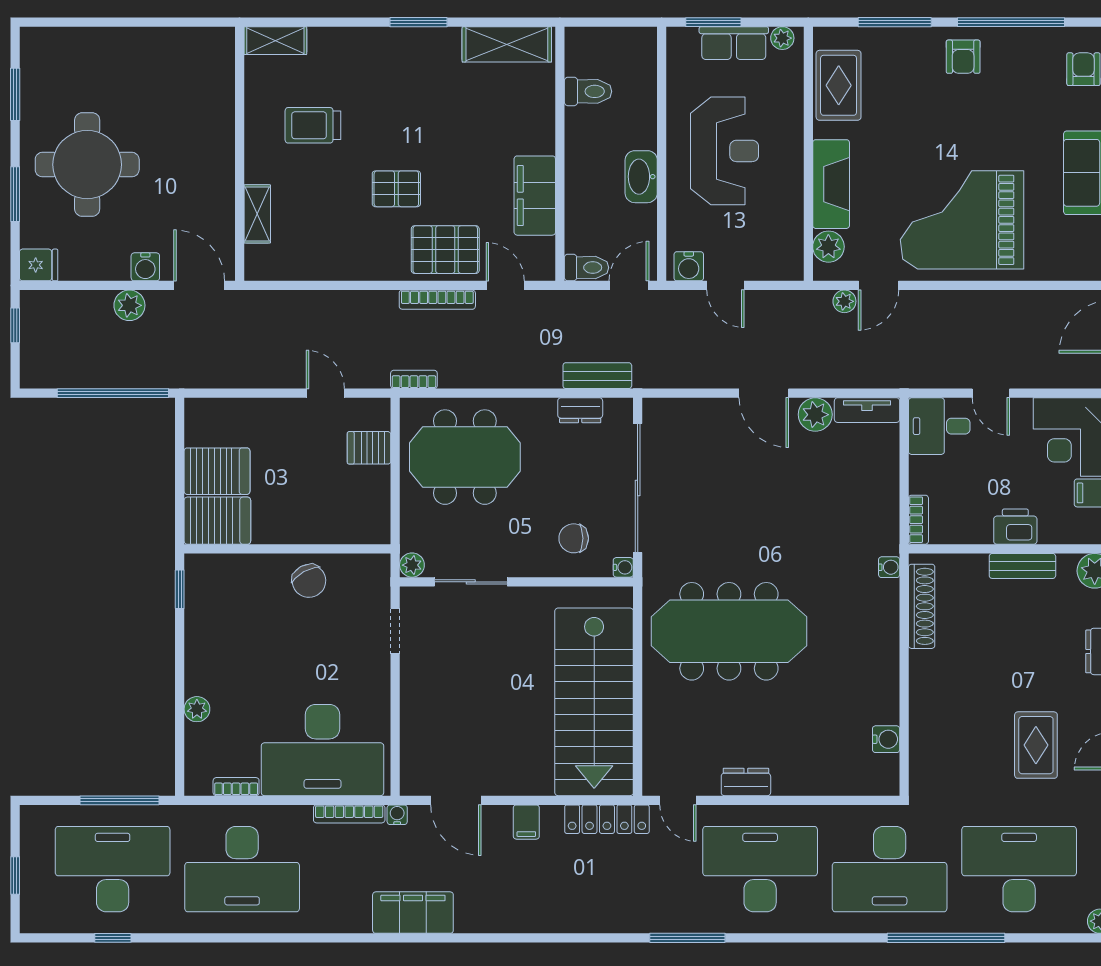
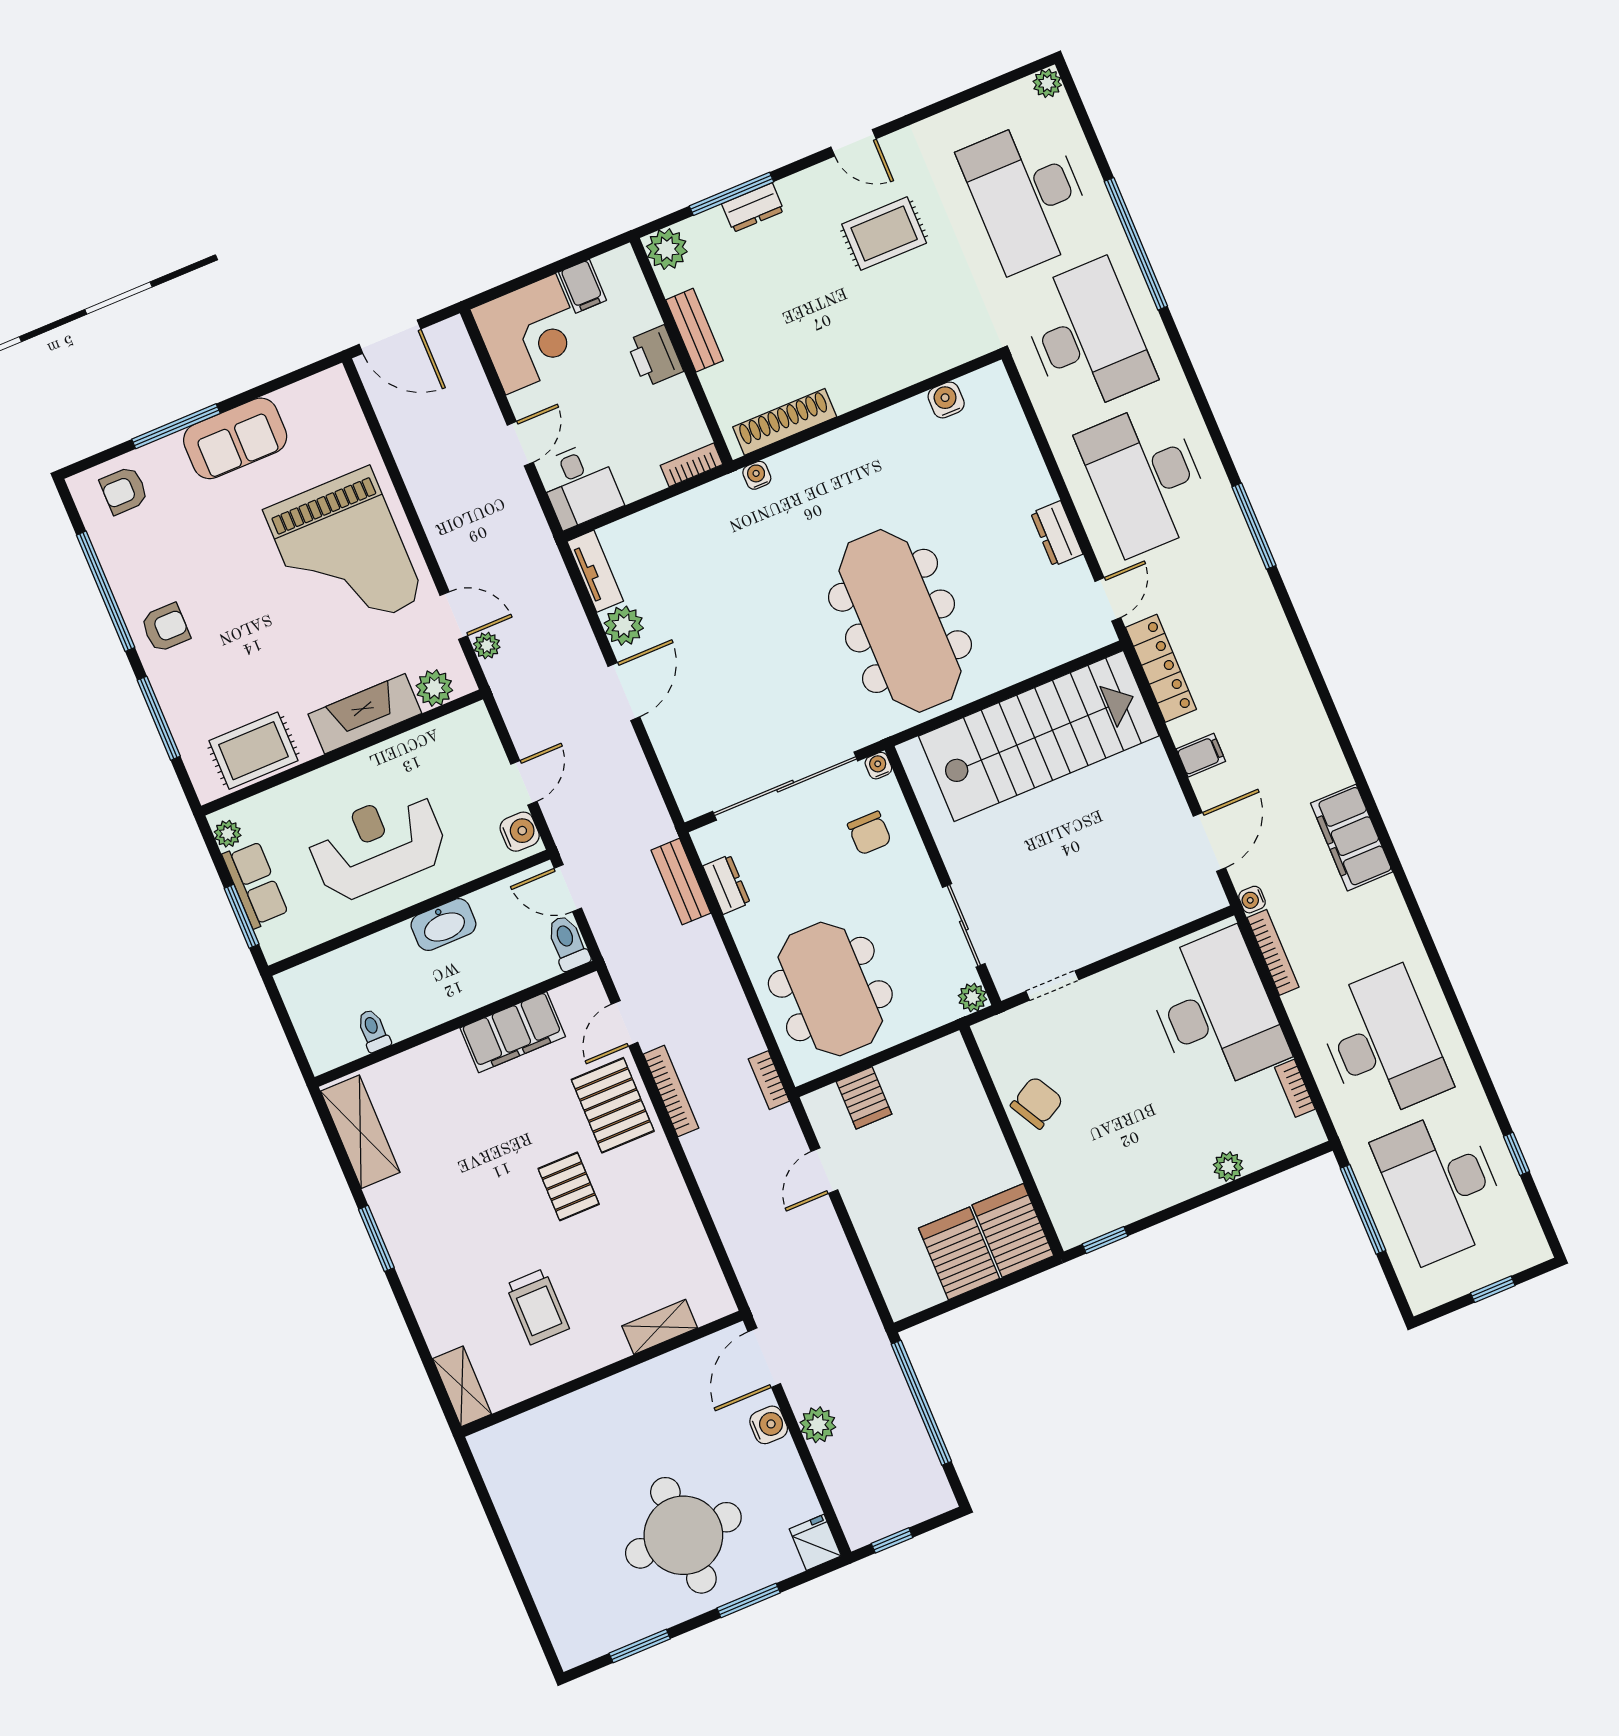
toilet: (588, 91) -> (373, 1031), width x0.73, depth x0.72

